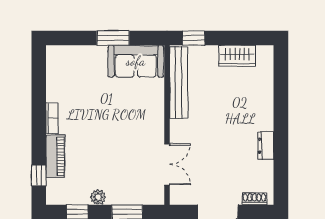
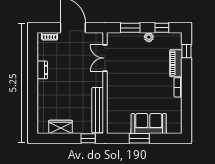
sofa: (136, 61) -> (149, 124), moved

